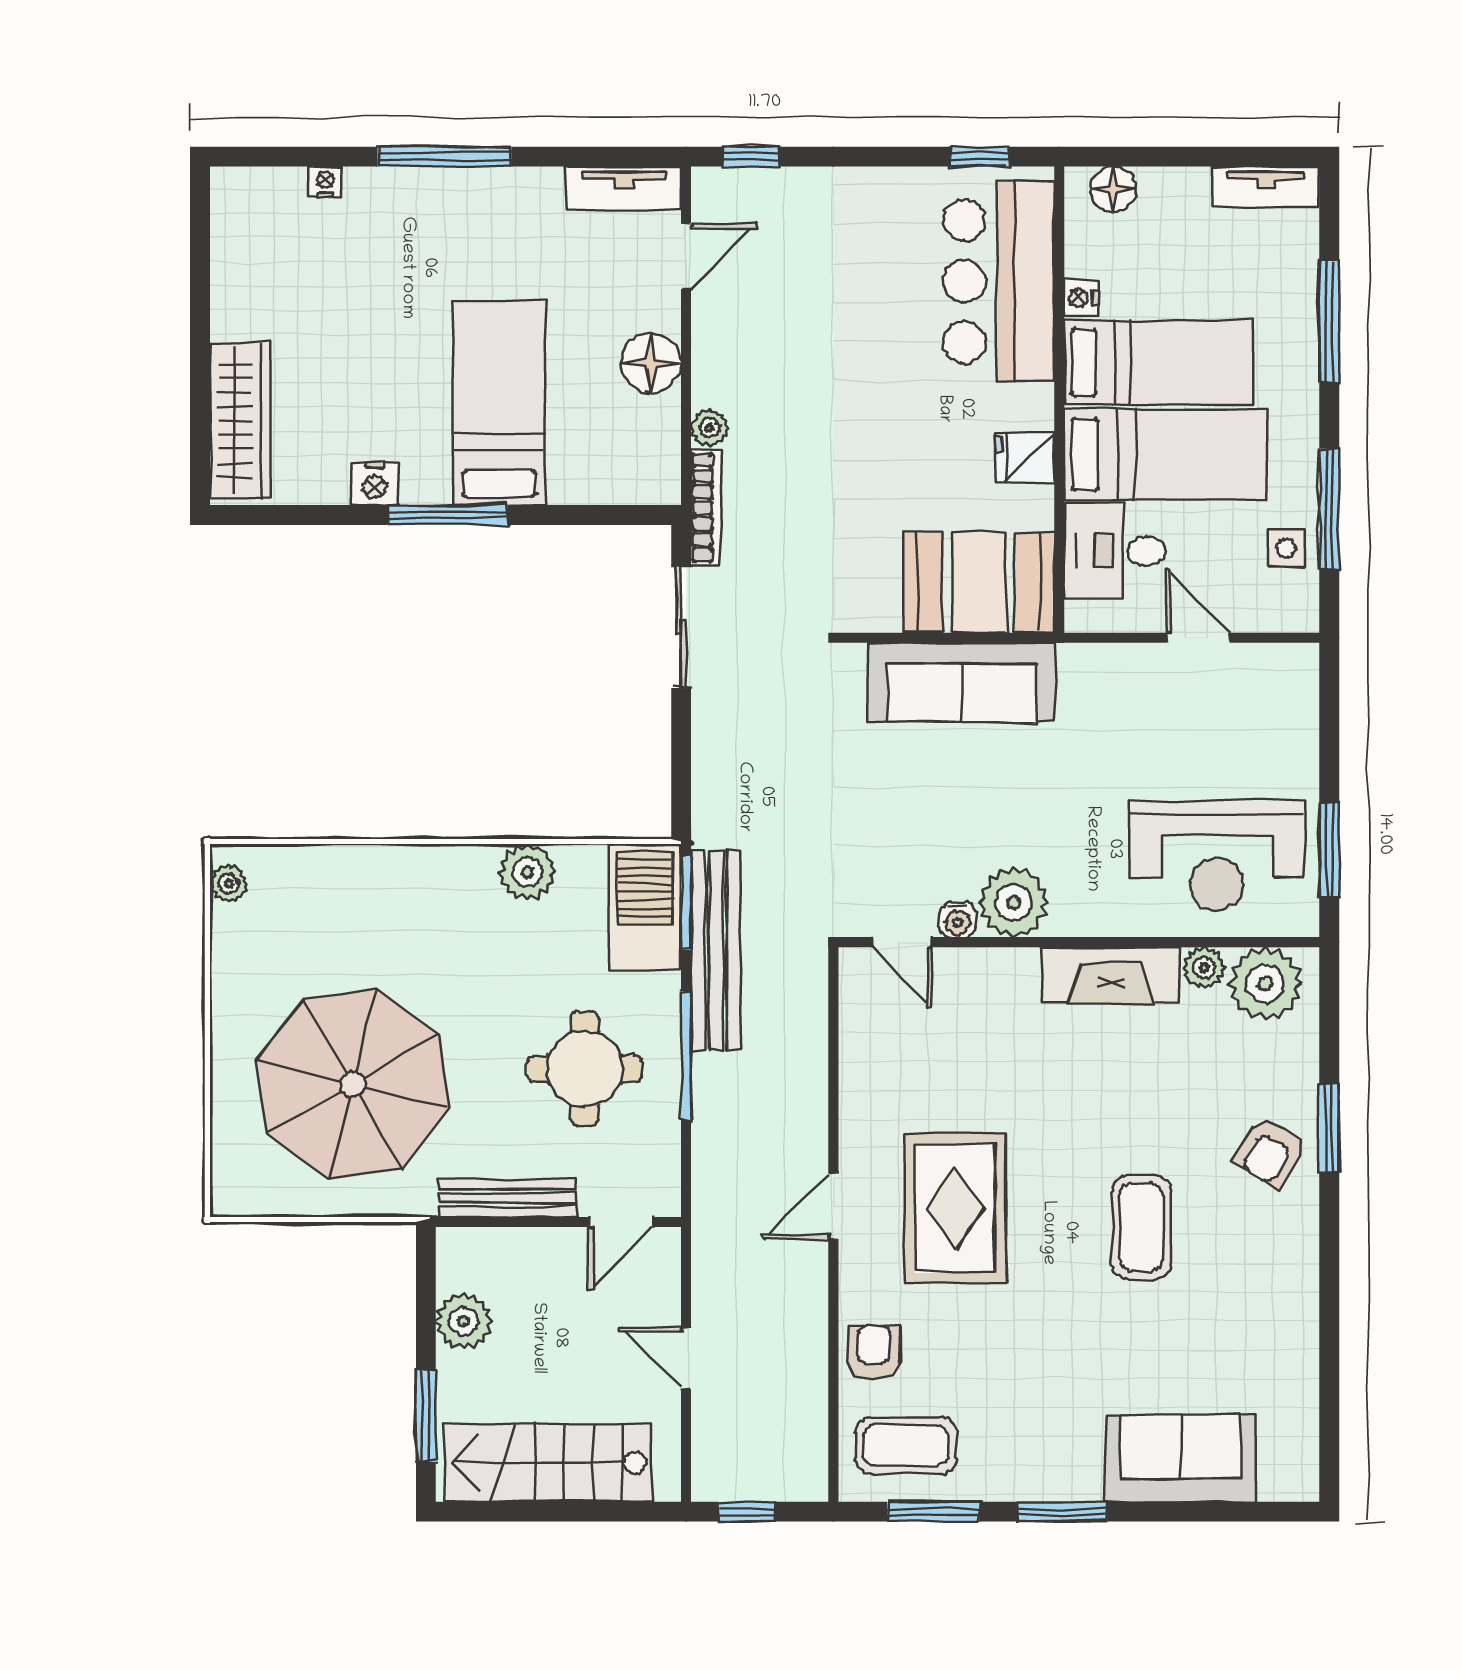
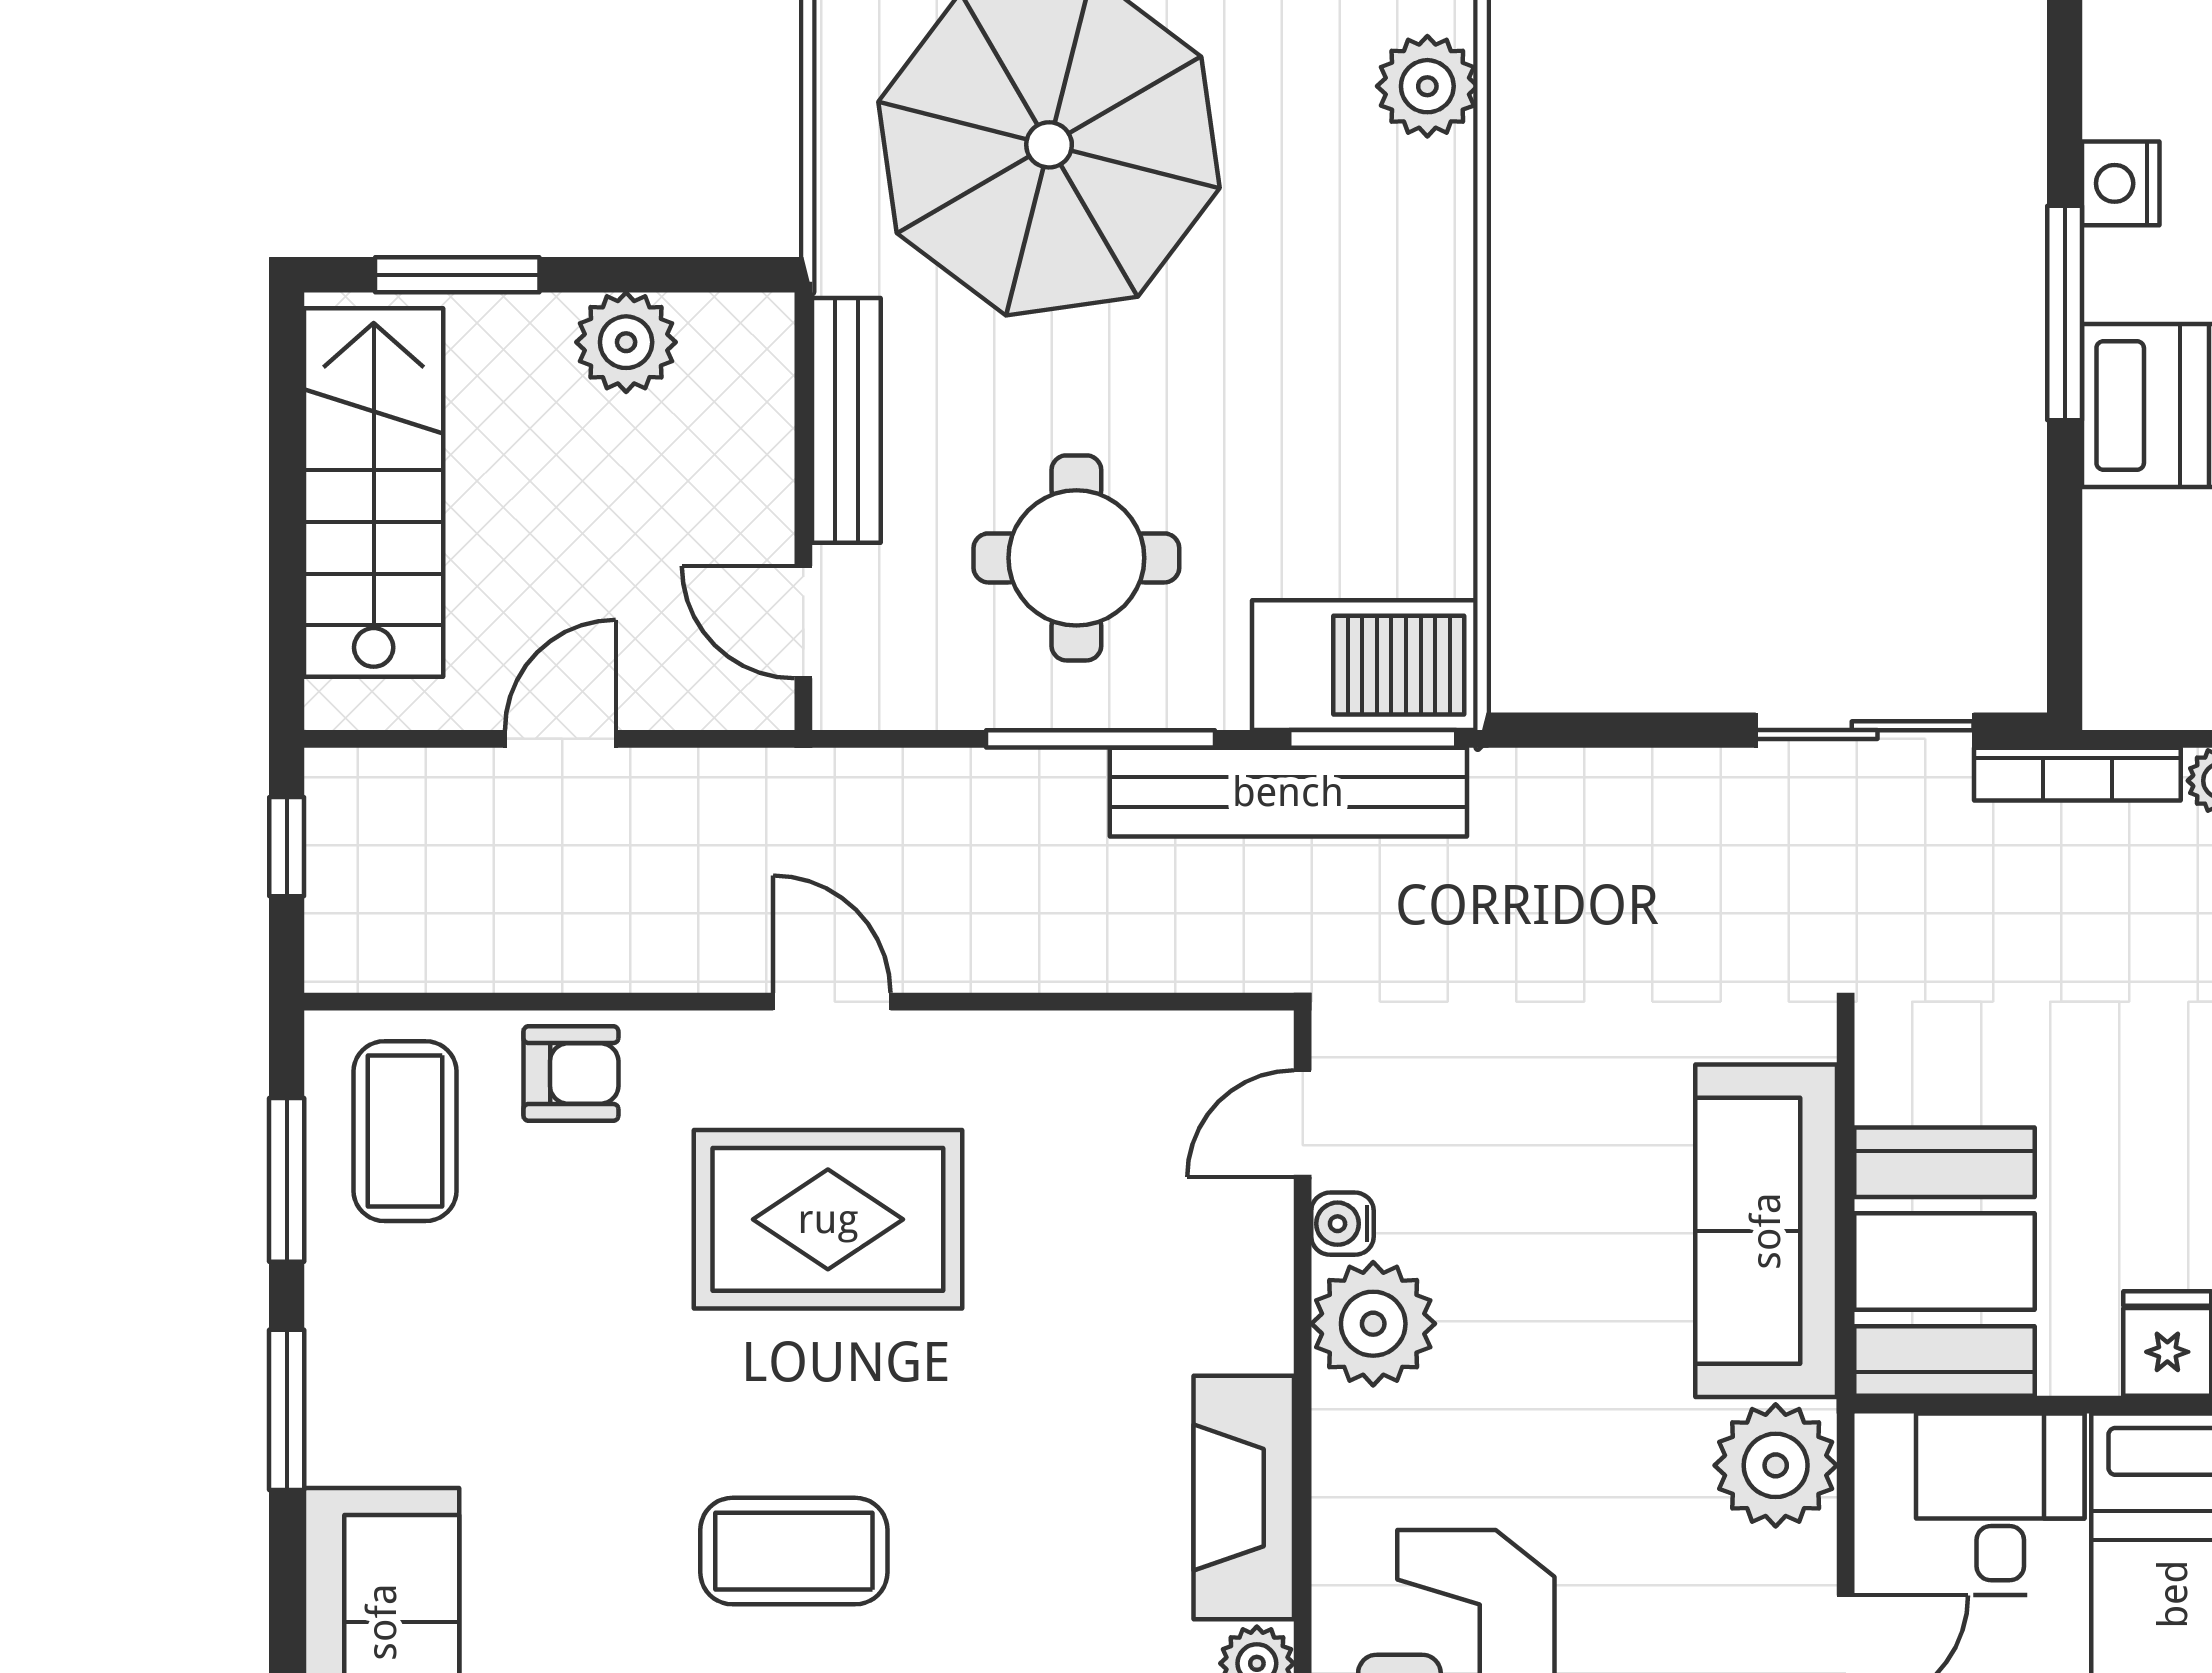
plant: (1093, 677) -> (1776, 1465), added
plant: (527, 872) -> (1427, 86), moved

